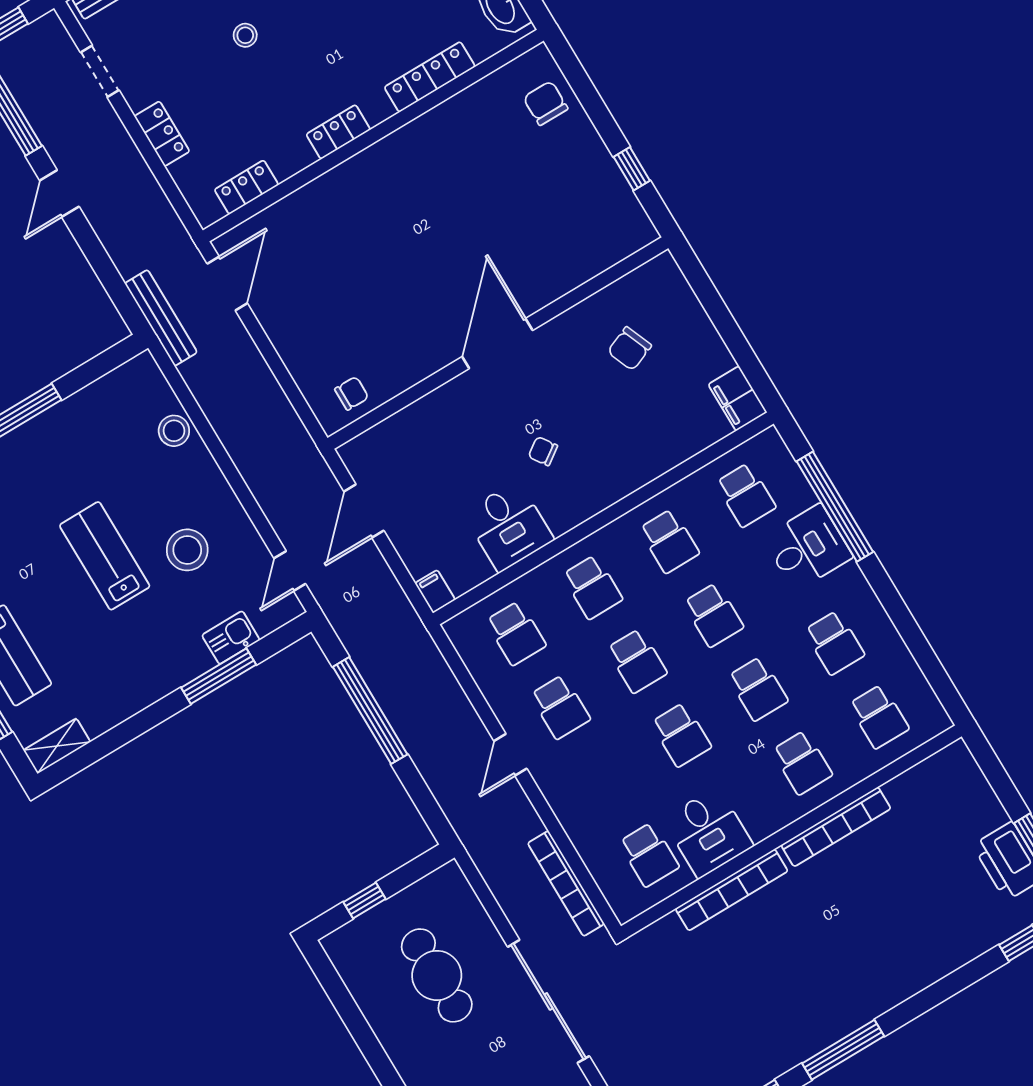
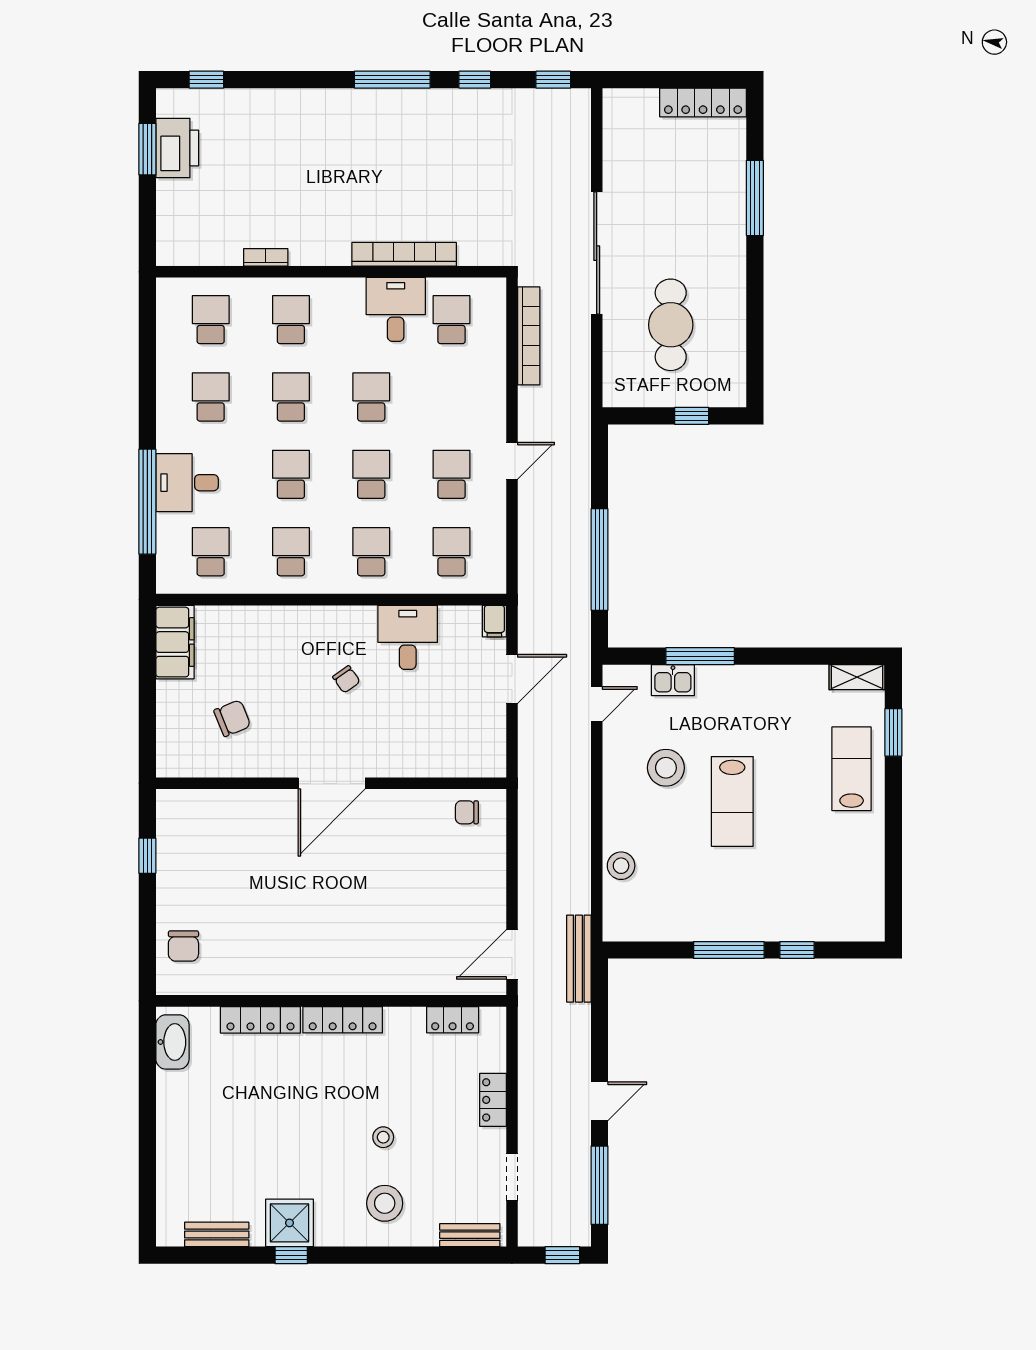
locker: (338, 132) -> (343, 1020), width x1.53
filing cabinet: (738, 399) -> (175, 642), width x1.50, depth x1.17
door: (364, 511) -> (512, 679), moved
bookcase: (836, 827) -> (266, 257), width x0.43, depth x0.76

